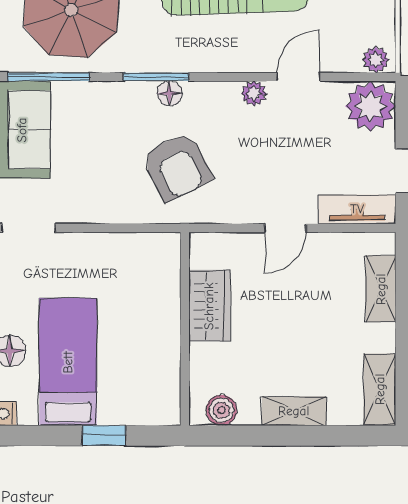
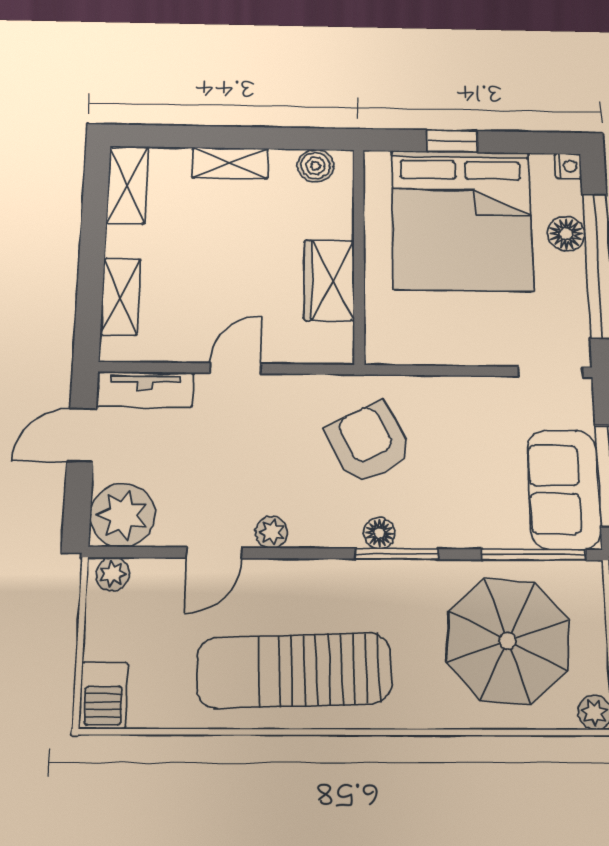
bed: (68, 362) -> (462, 220), width x2.04

